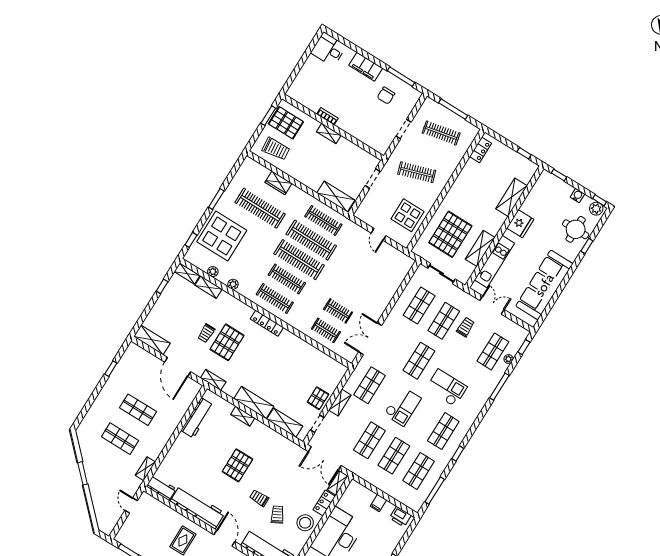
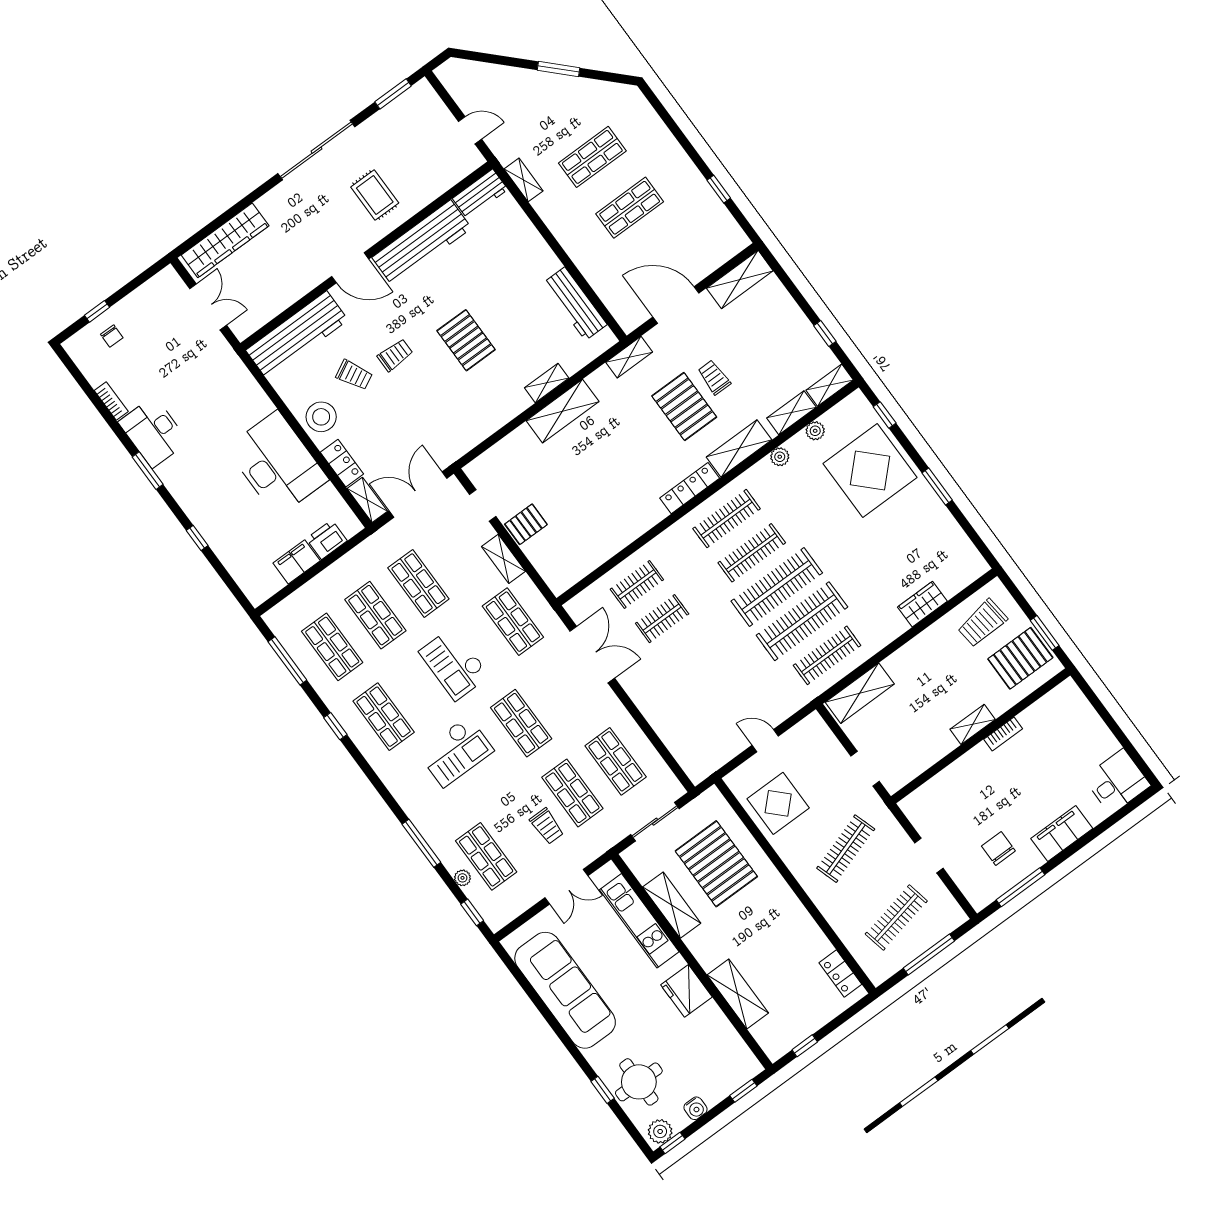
clothes rail: (260, 208) -> (892, 555), removed
pallet: (318, 398) -> (526, 524), turned 90
shelving: (285, 423) -> (739, 448), moved
filing cabinet: (378, 503) -> (297, 562), width x2.00
printer: (400, 517) -> (327, 540), moved

